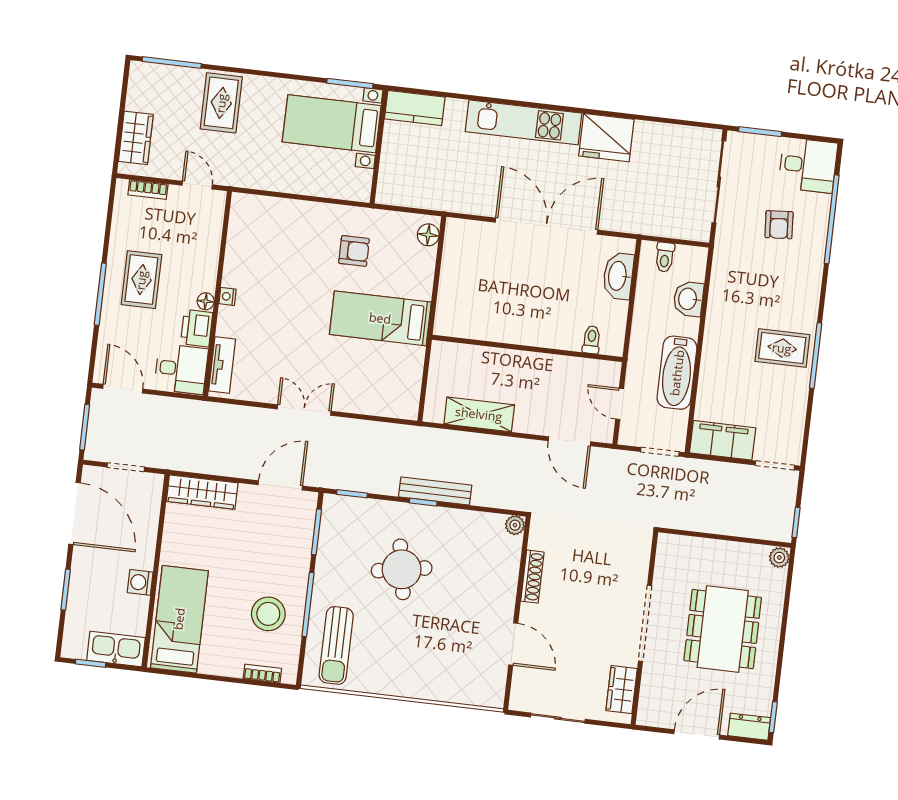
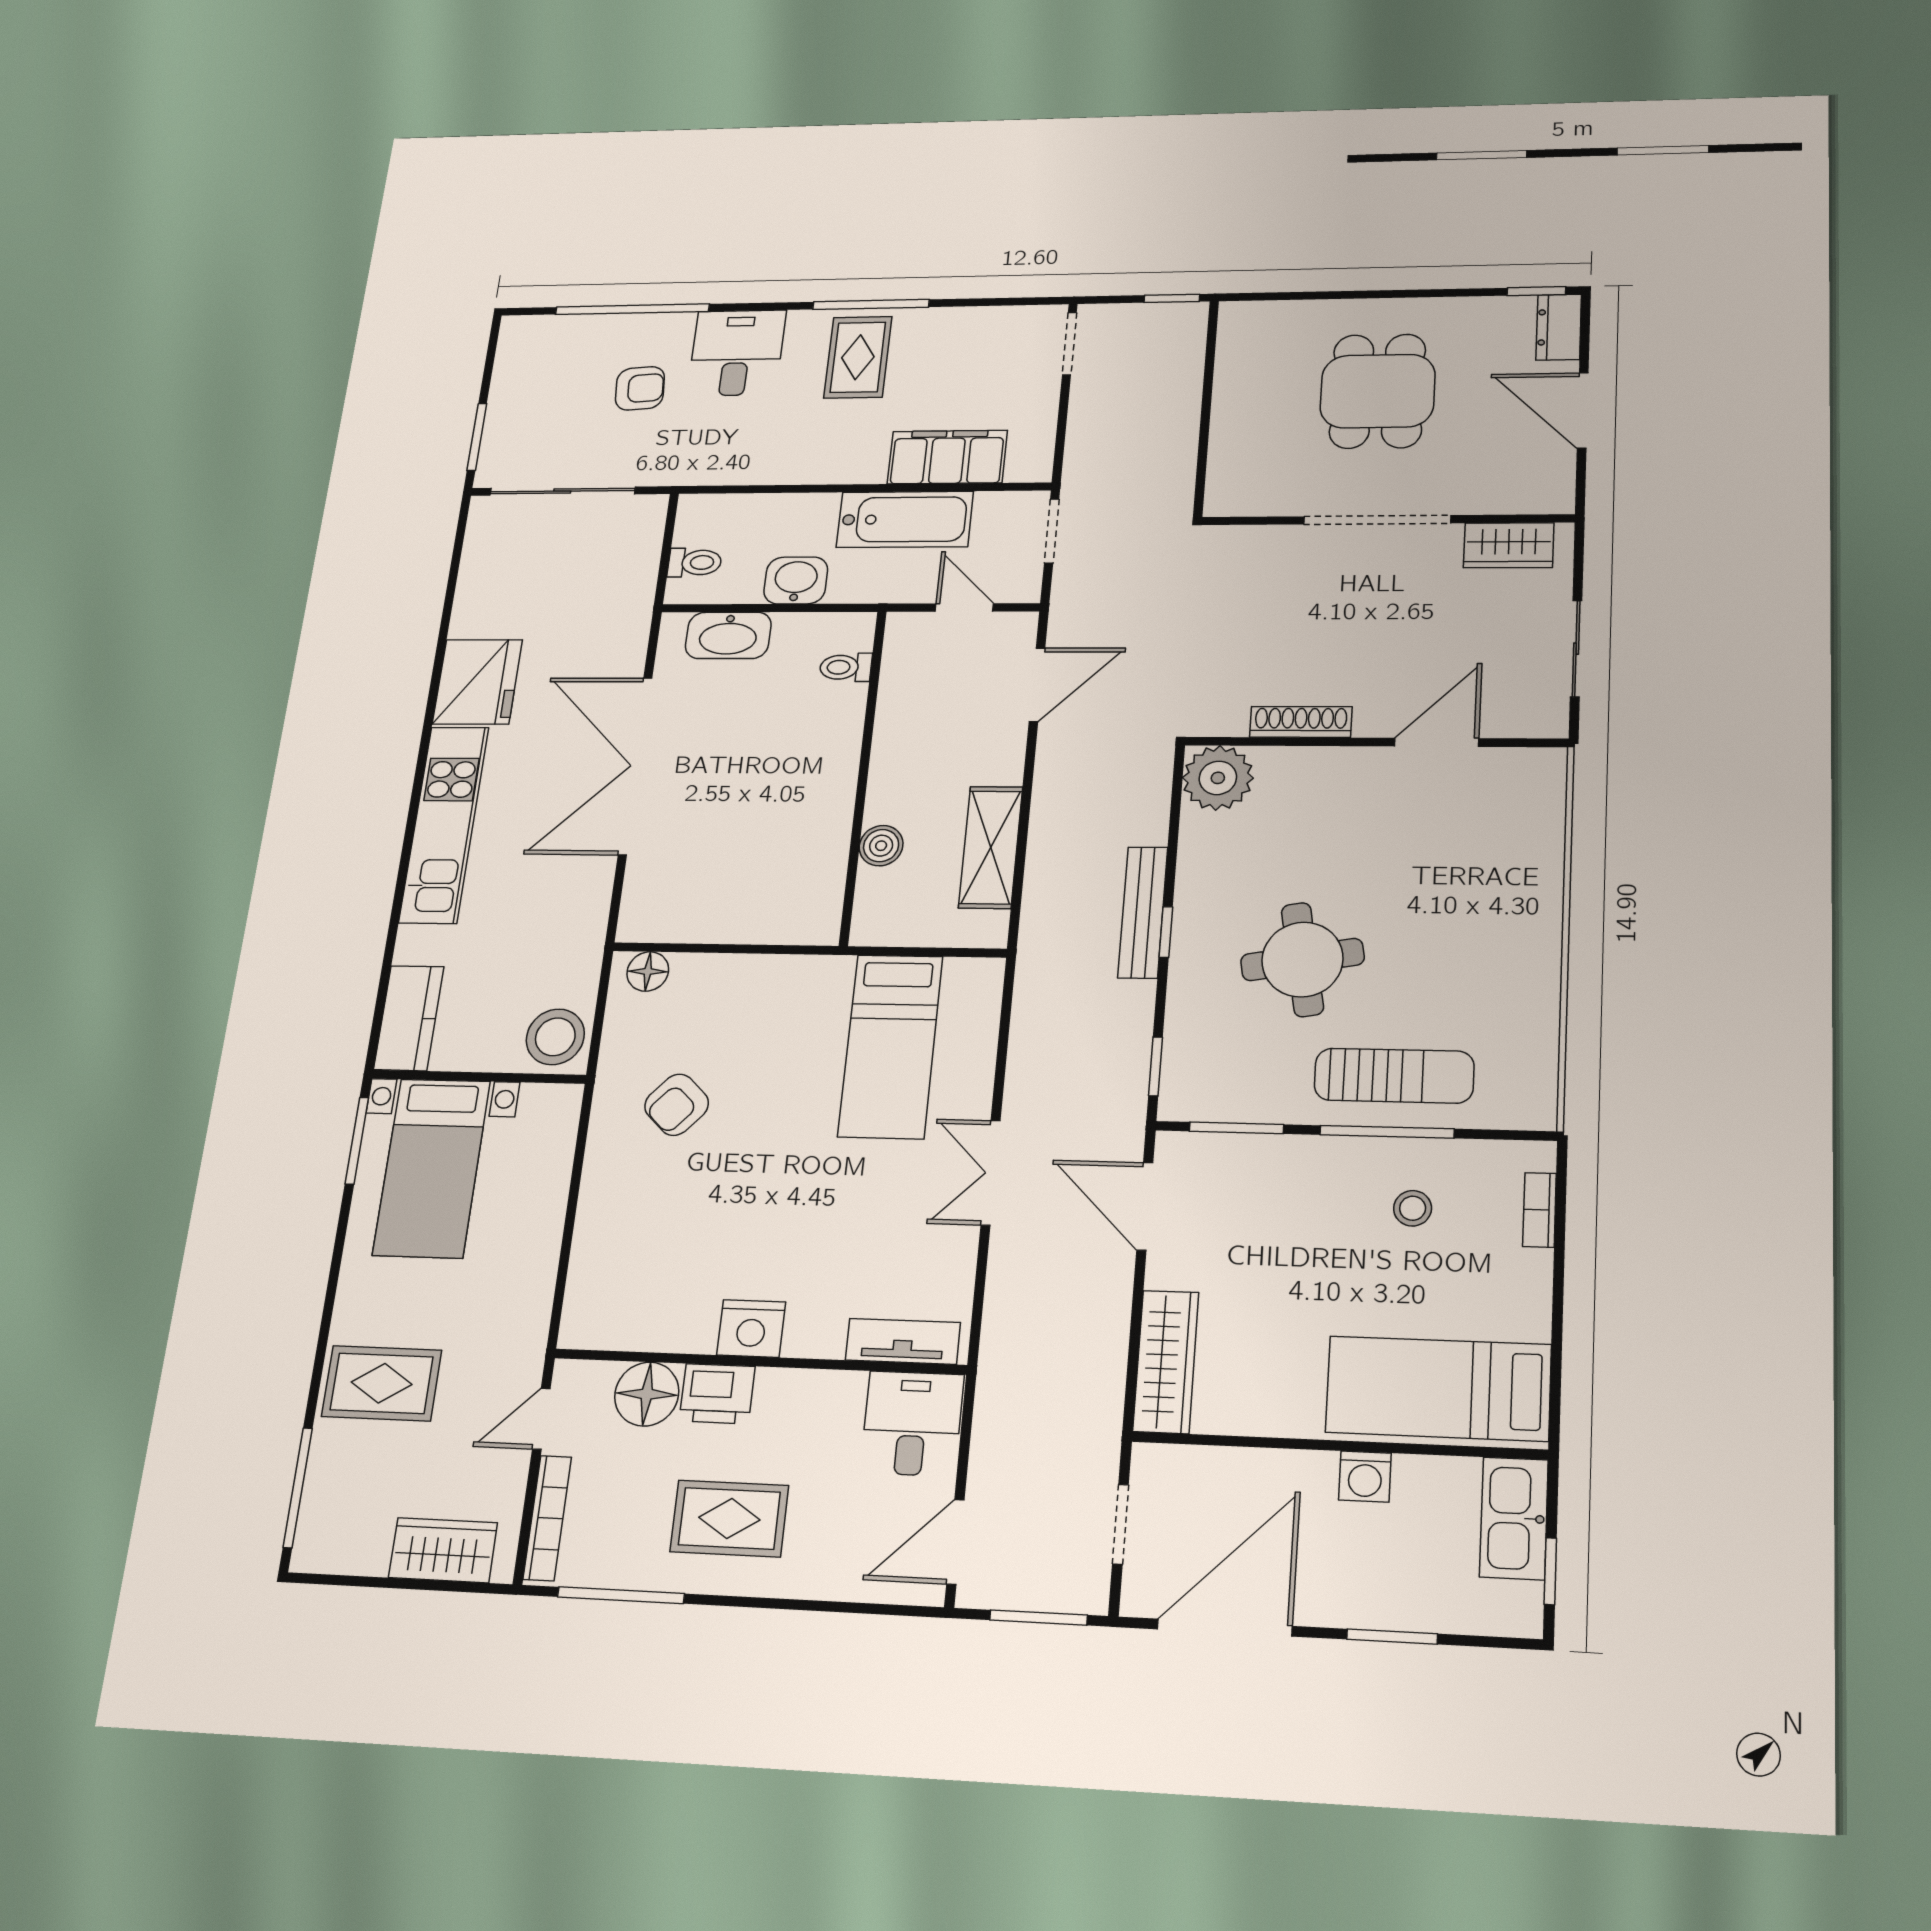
desk: (808, 165) -> (737, 353), moved
stool: (397, 187) -> (555, 1037), added
bookcase: (148, 190) -> (547, 1518), width x1.56
armchair: (354, 251) -> (677, 1105), turned -137
window: (100, 294) -> (621, 1595), moved
nightstand: (227, 296) -> (751, 1328), width x1.89, depth x1.79
washbasin: (688, 299) -> (796, 580), moved, turned 180
floor lamp: (206, 301) -> (647, 1394), moved, width x1.89, depth x1.89
bed: (380, 318) -> (890, 1046), moved
printer: (197, 328) -> (717, 1394), moved
boiler: (486, 357) -> (881, 846), added
door: (620, 404) -> (964, 608), swing flipped
filing cabinet: (723, 440) -> (947, 457), moved, turned 90
plant: (515, 525) -> (1218, 778), width x1.88, depth x1.88
plant: (779, 558) -> (1238, 317), removed
stool: (268, 614) -> (1413, 1208), width x0.53, depth x0.53
dining table: (723, 629) -> (1378, 391), width x0.73
sun lounger: (336, 645) -> (1394, 1076), moved

